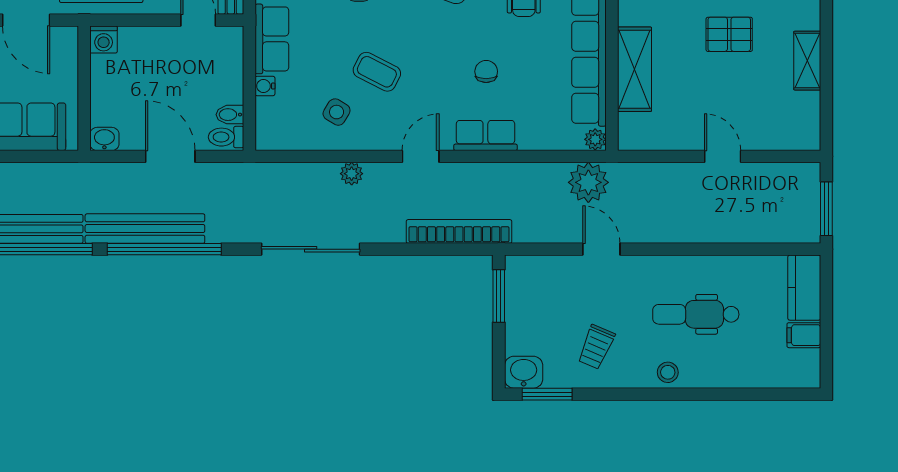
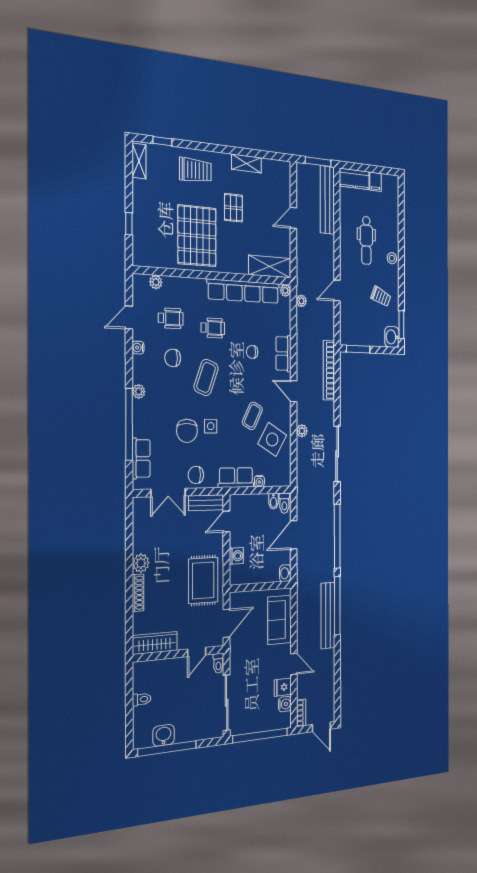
washing machine: (104, 40) -> (236, 556), moved
shelving: (635, 69) -> (270, 267), moved
side table: (337, 112) -> (272, 439), width x1.87, depth x1.87
plant: (588, 182) -> (301, 301), width x0.53, depth x0.53
bench: (145, 229) -> (327, 200), moved

